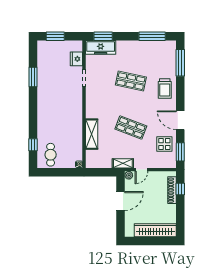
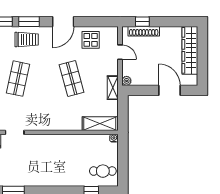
shop shelf: (131, 128) -> (72, 79), turned -36
shelving: (92, 134) -> (100, 124), moved
window: (180, 152) -> (29, 22), moved
door: (141, 170) -> (120, 52), moved
door: (121, 201) -> (169, 90), moved

